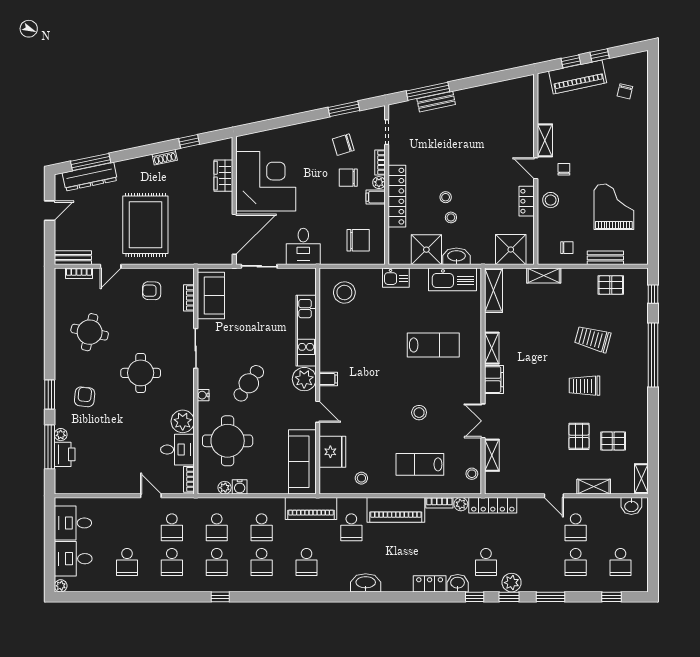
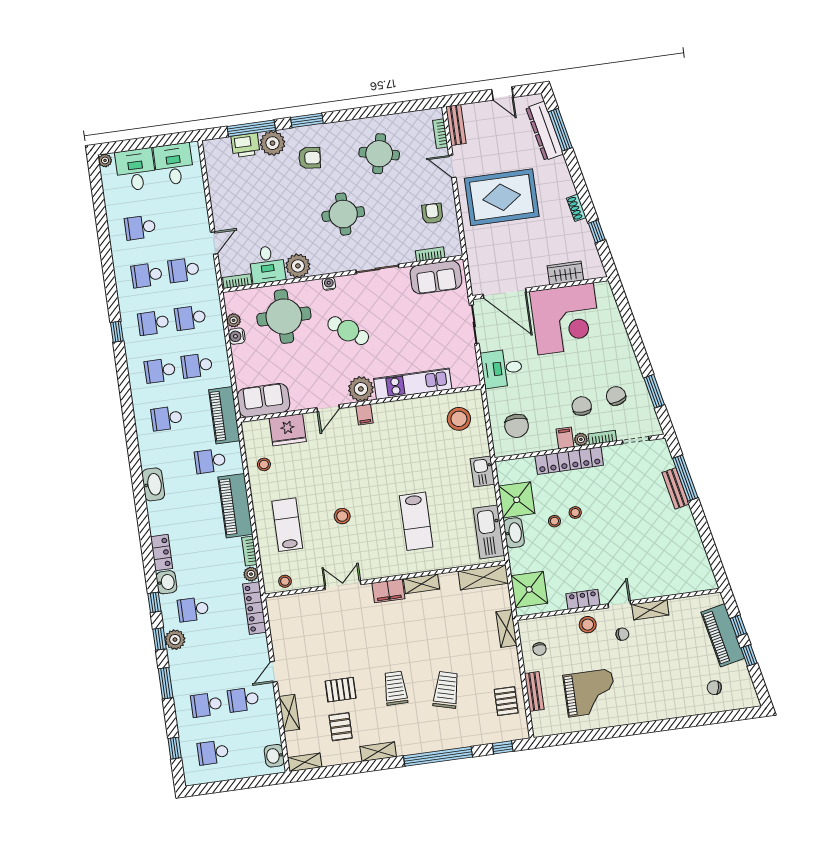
plant: (61, 435) -> (273, 143), width x1.88, depth x1.88
shelving: (492, 455) -> (378, 752), moved
sofa: (302, 462) -> (263, 400), width x0.73

